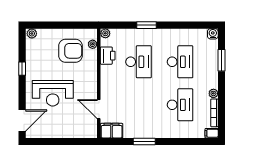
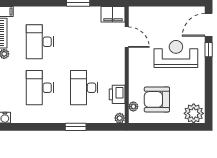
plant: (32, 33) -> (194, 113), width x1.88, depth x1.88
window: (22, 69) -> (209, 50), moved

